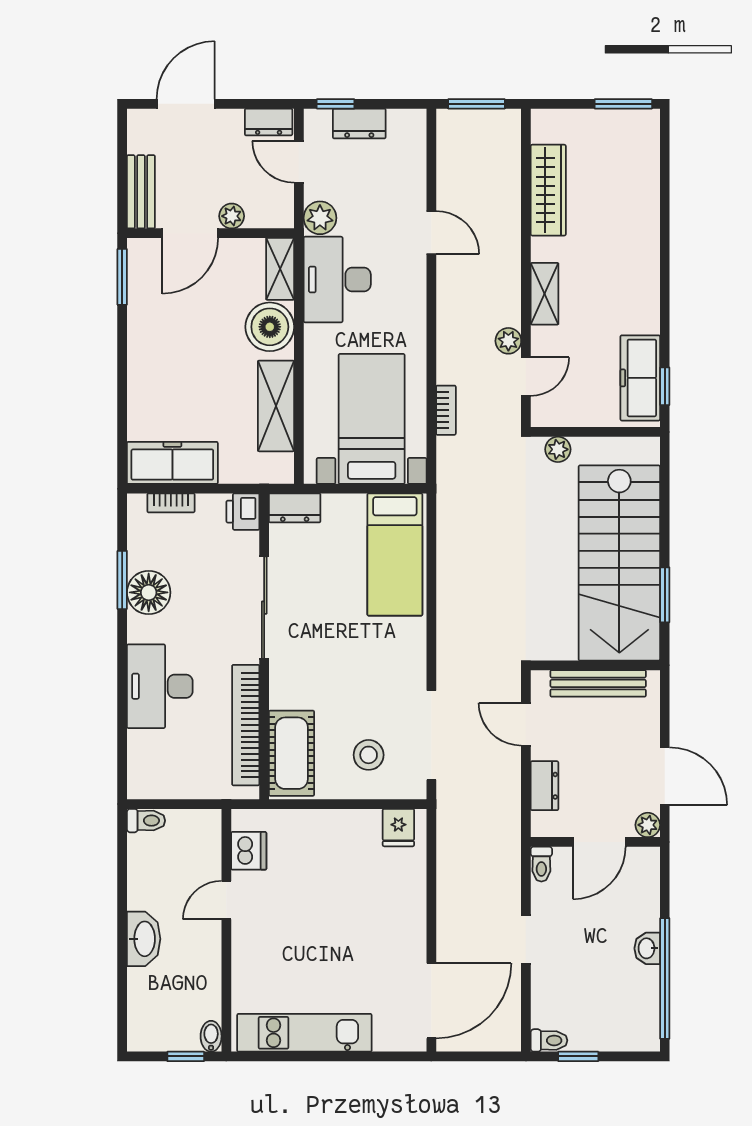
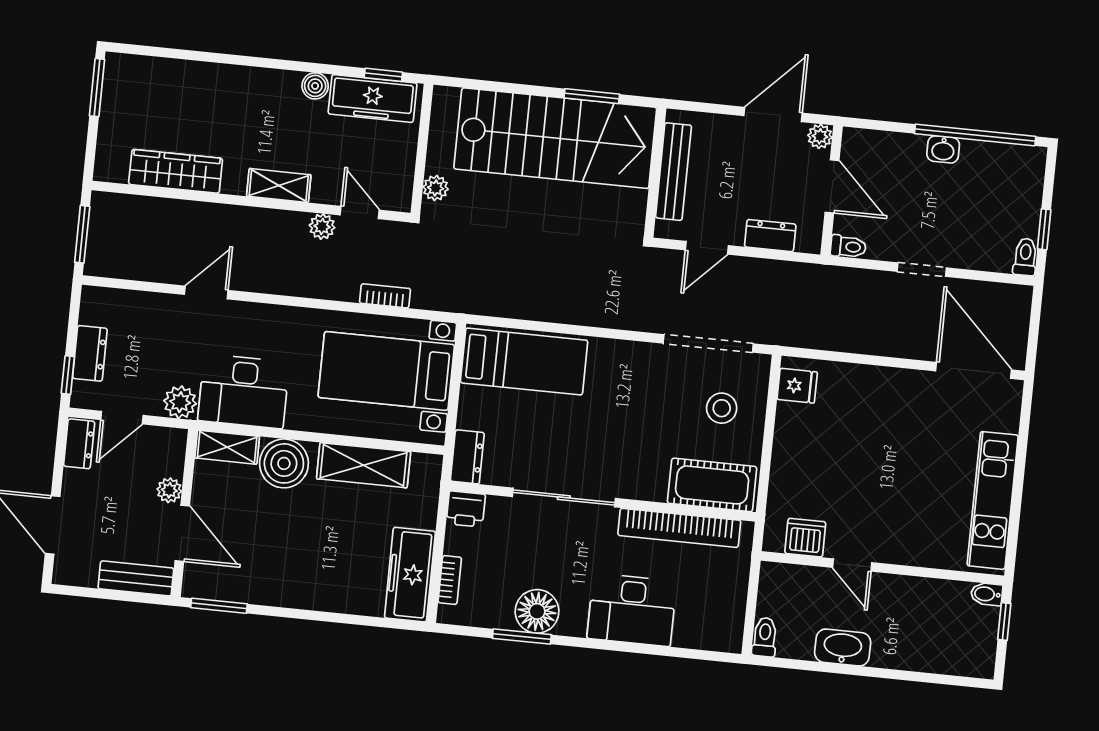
boiler: (647, 320) -> (315, 86), added
washbasin: (144, 939) -> (843, 647), moved

